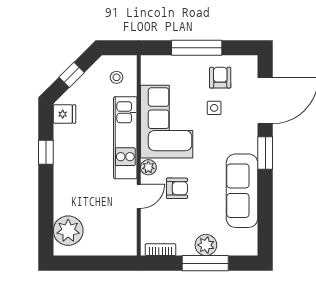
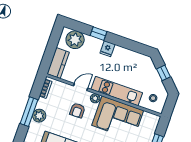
fridge: (64, 114) -> (107, 49), moved
window: (46, 152) -> (99, 34), moved
door: (139, 196) -> (81, 87), swing flipped
kitchen counter: (114, 244) -> (58, 63), added

